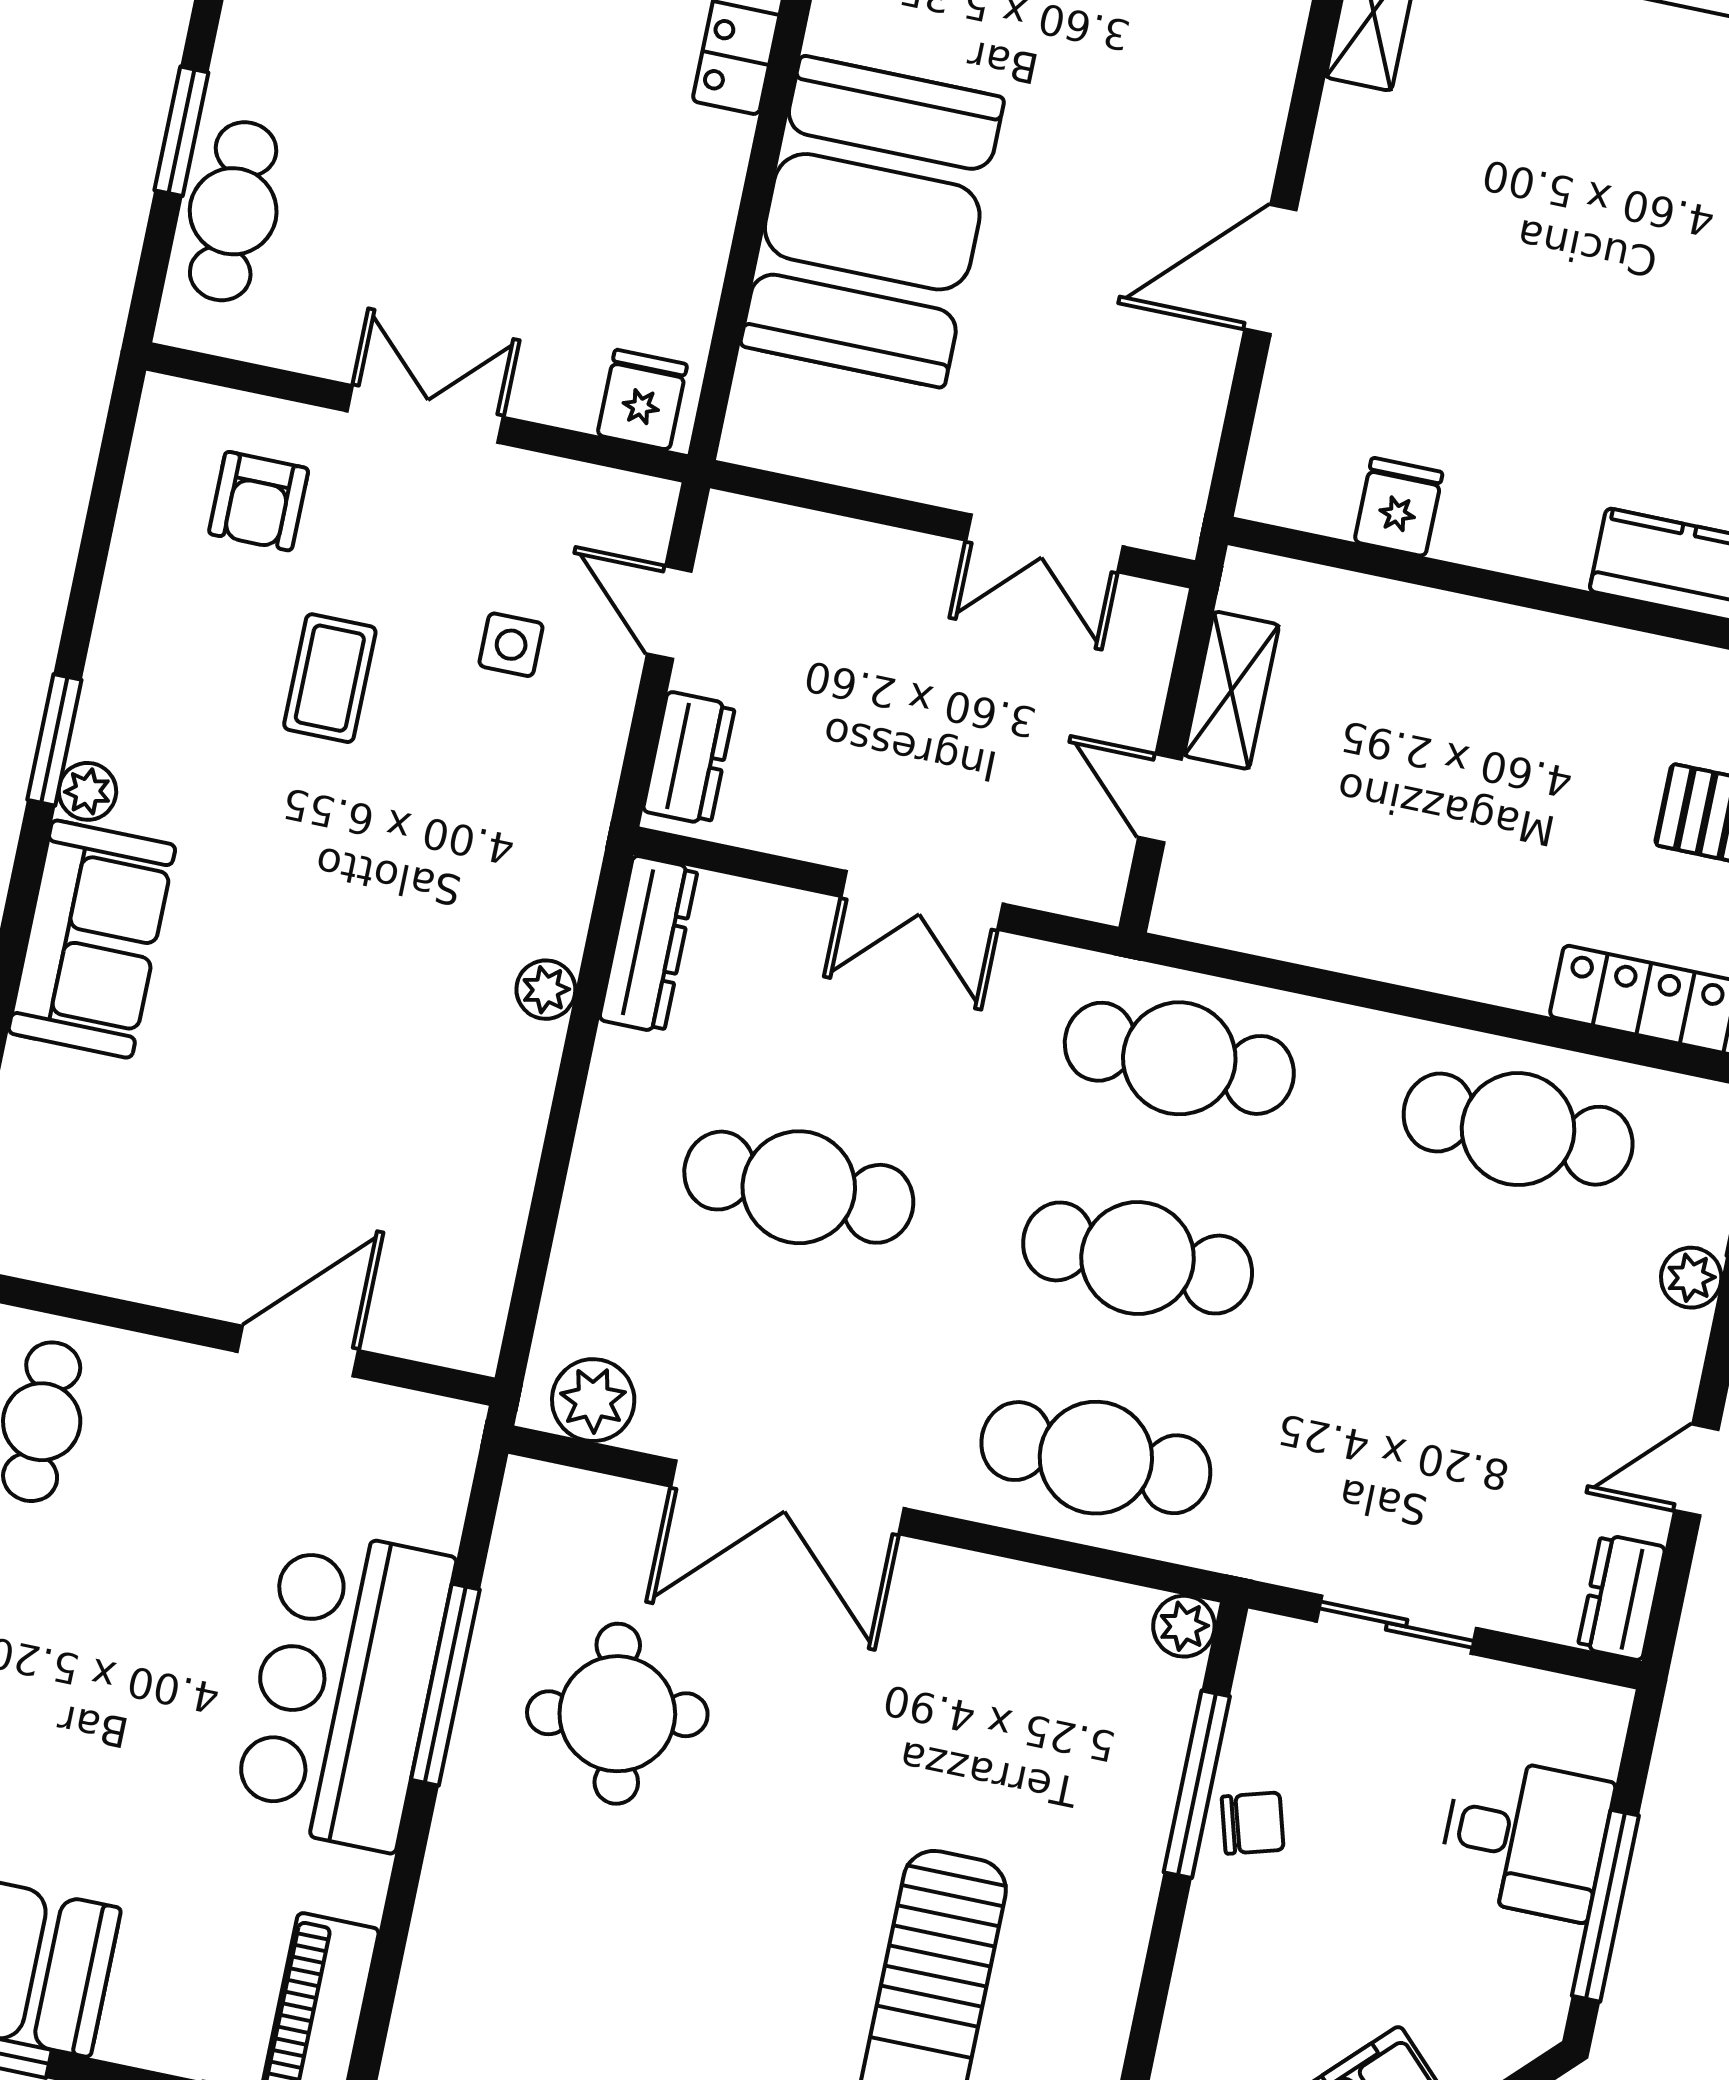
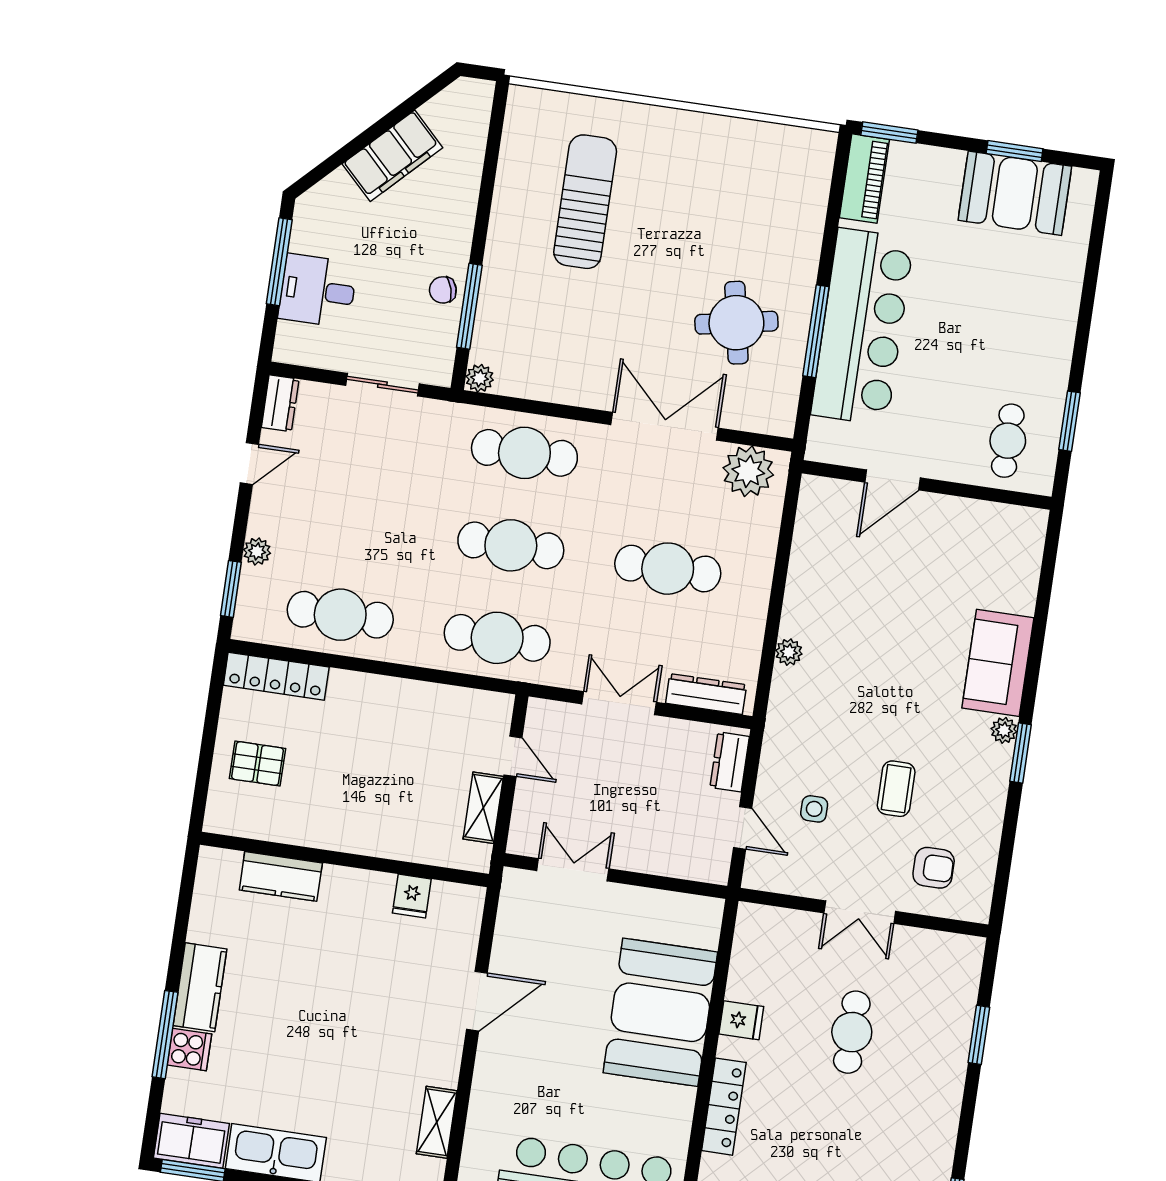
cafe table: (233, 211) -> (852, 1032), moved
fridge: (642, 400) -> (741, 1020), moved, turned -90
armchair: (259, 501) -> (934, 868), turned 90
dresser: (648, 944) -> (706, 694), moved, turned 90
plant: (593, 1400) -> (748, 471), width x1.36, depth x1.36
bar counter: (344, 1689) -> (862, 327), width x1.36

